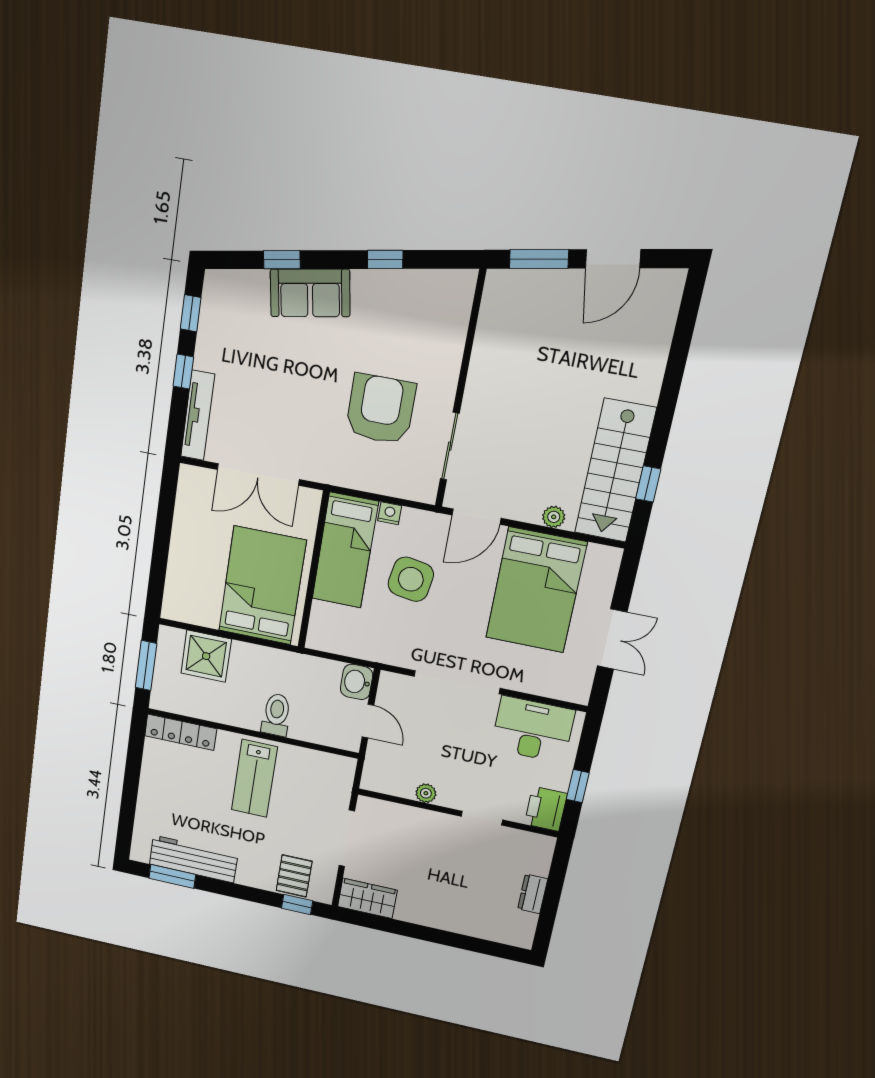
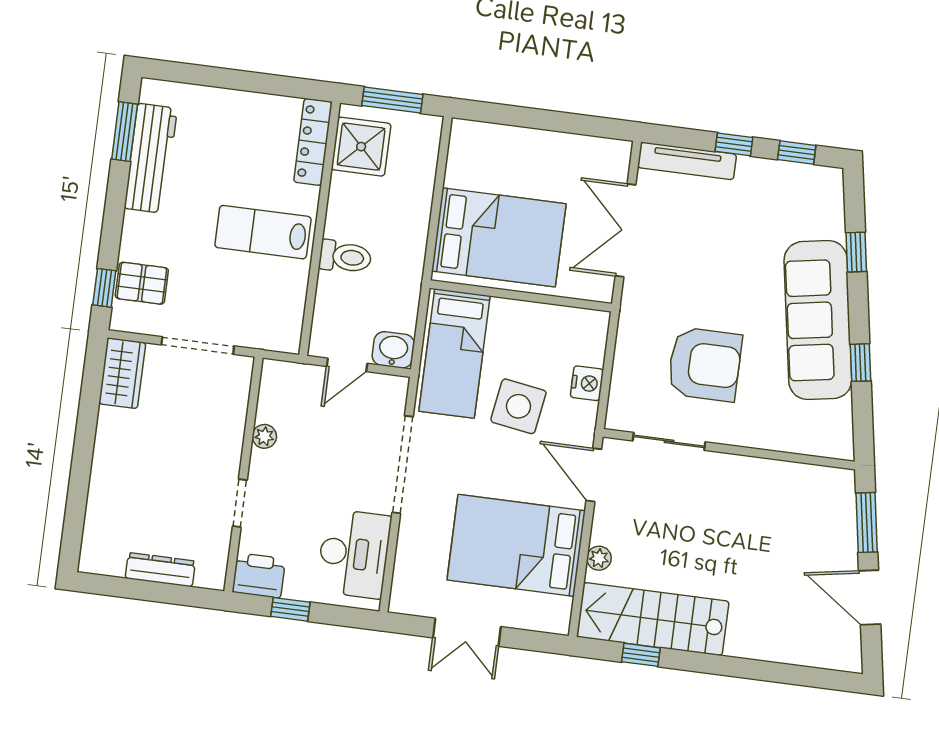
sofa: (310, 293) -> (818, 320), width x1.85, depth x1.27
nightstand: (390, 513) -> (587, 383), width x1.39, depth x1.35
bed: (345, 550) -> (455, 354), moved, turned -90
shower: (206, 656) -> (361, 147), moved
dresser: (533, 894) -> (160, 570), width x1.44

